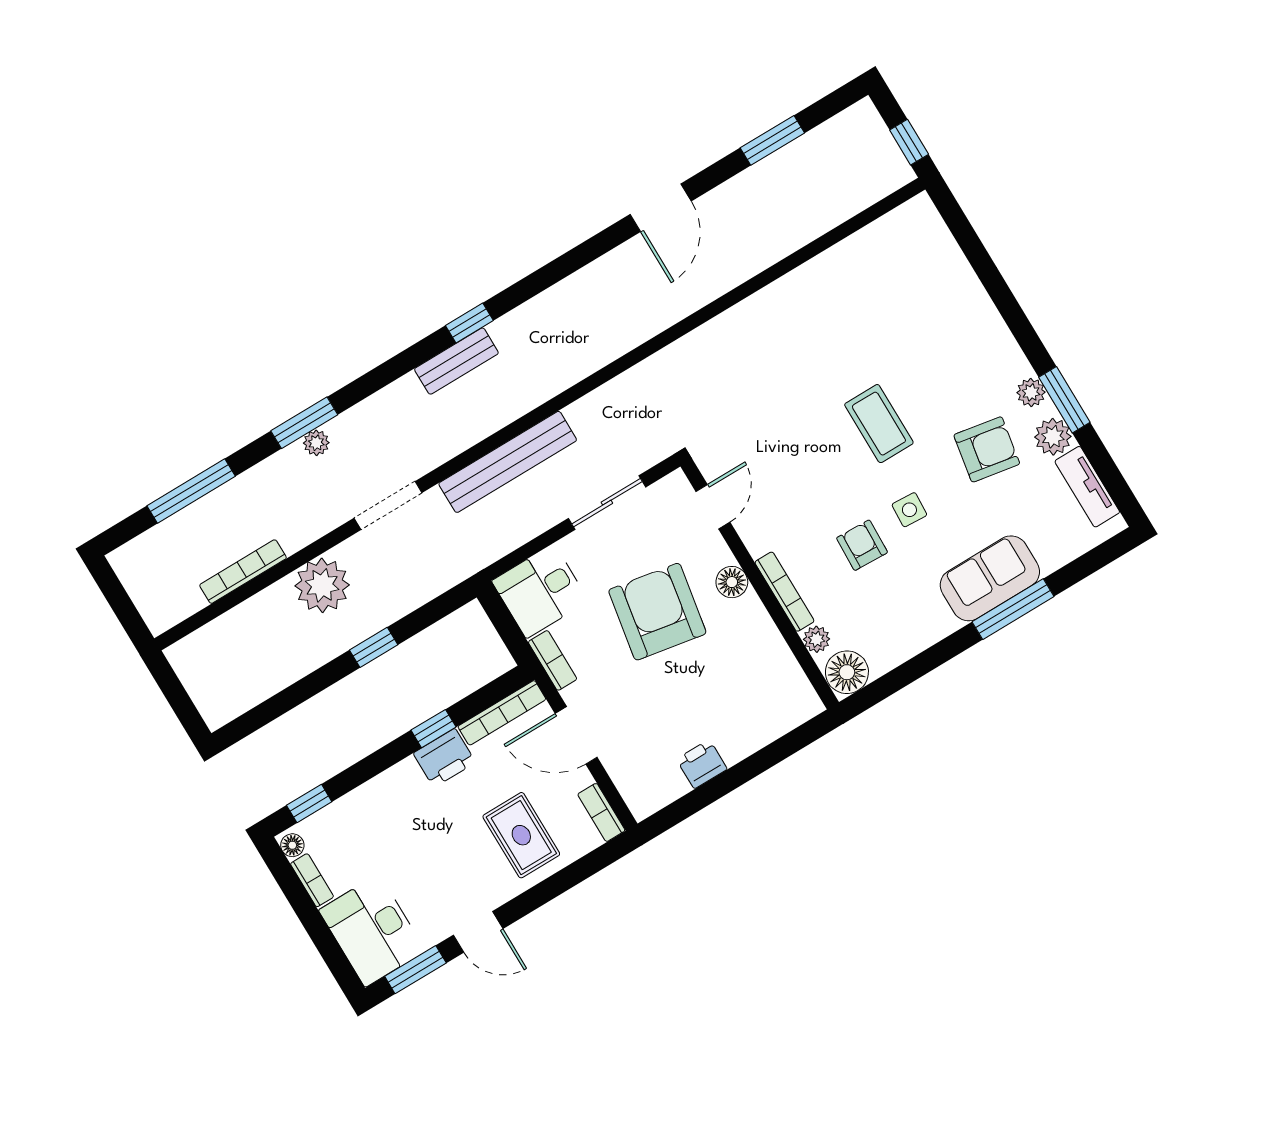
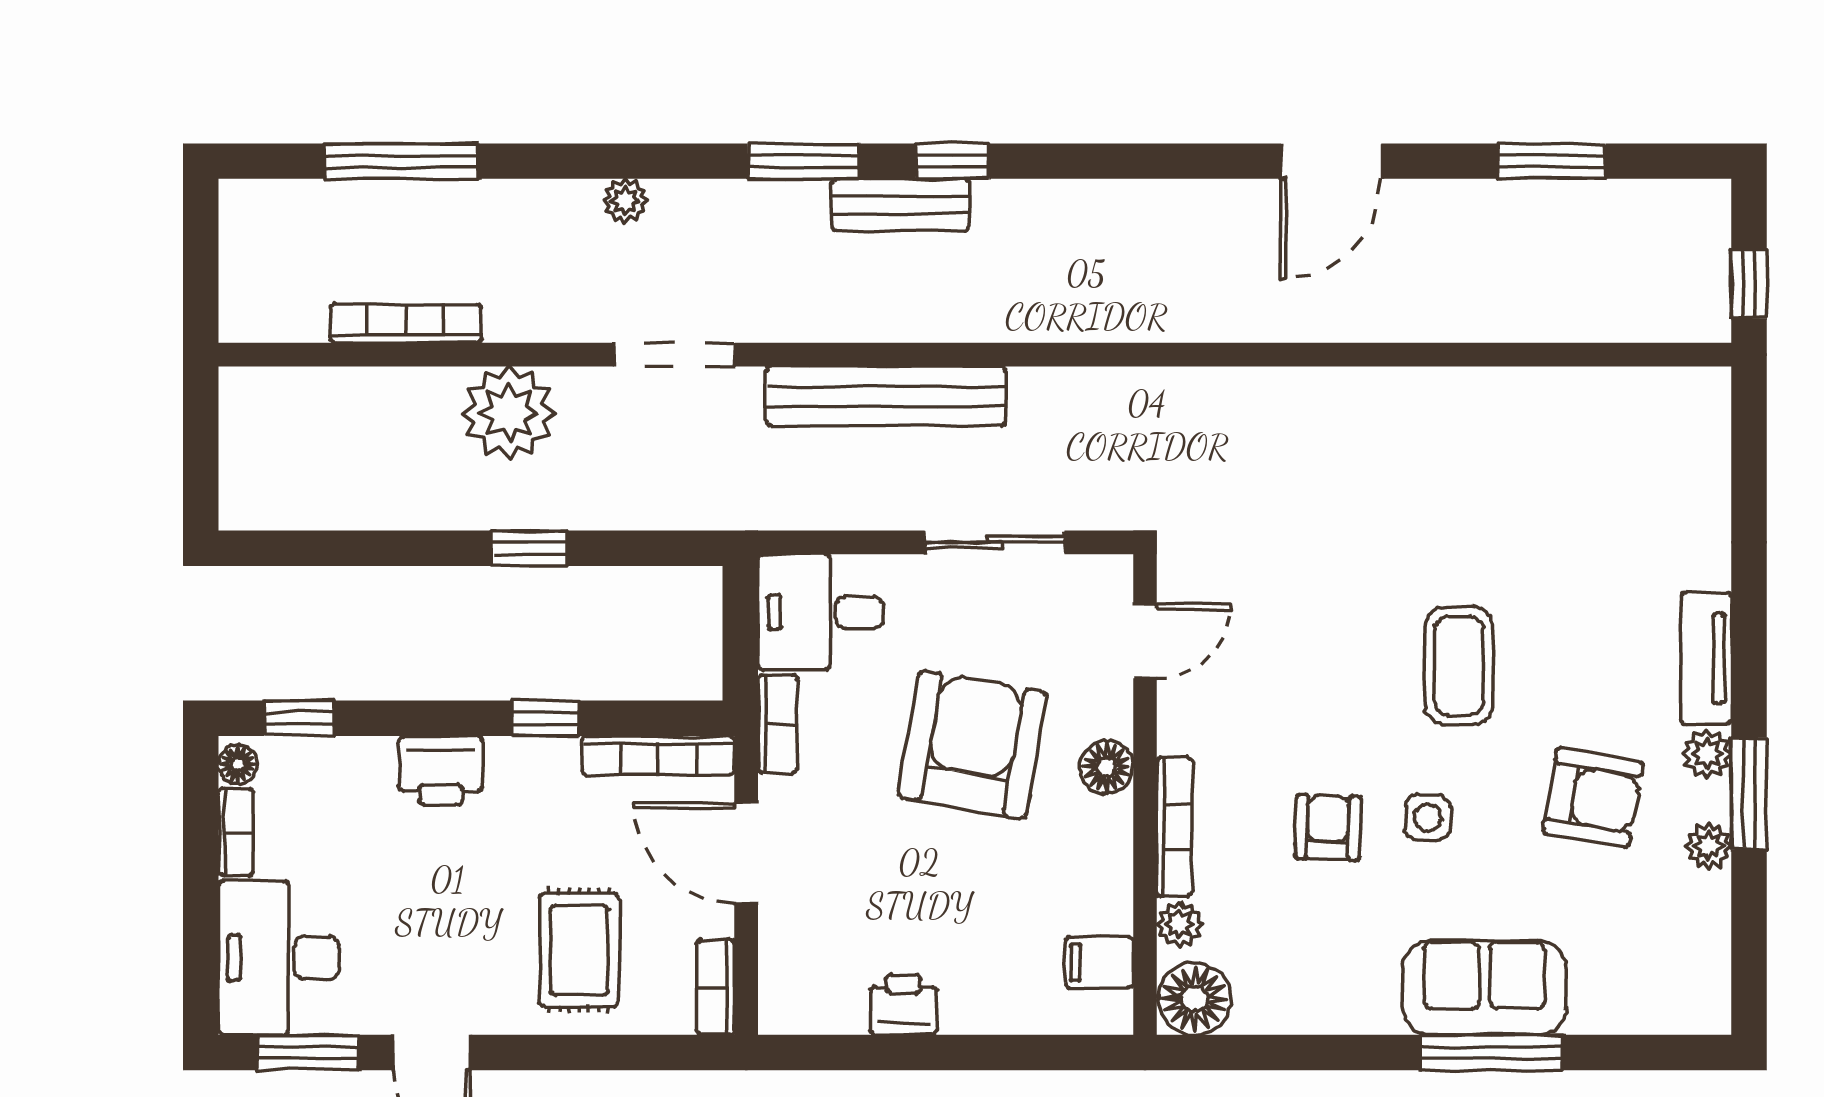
window: (304, 423) -> (804, 161), moved
plant: (1053, 437) -> (1709, 846), width x0.73, depth x0.73
tv unit: (1087, 487) -> (1706, 658), moved
filing cabinet: (788, 683) -> (1099, 962), added
printer: (444, 758) -> (441, 770), moved

